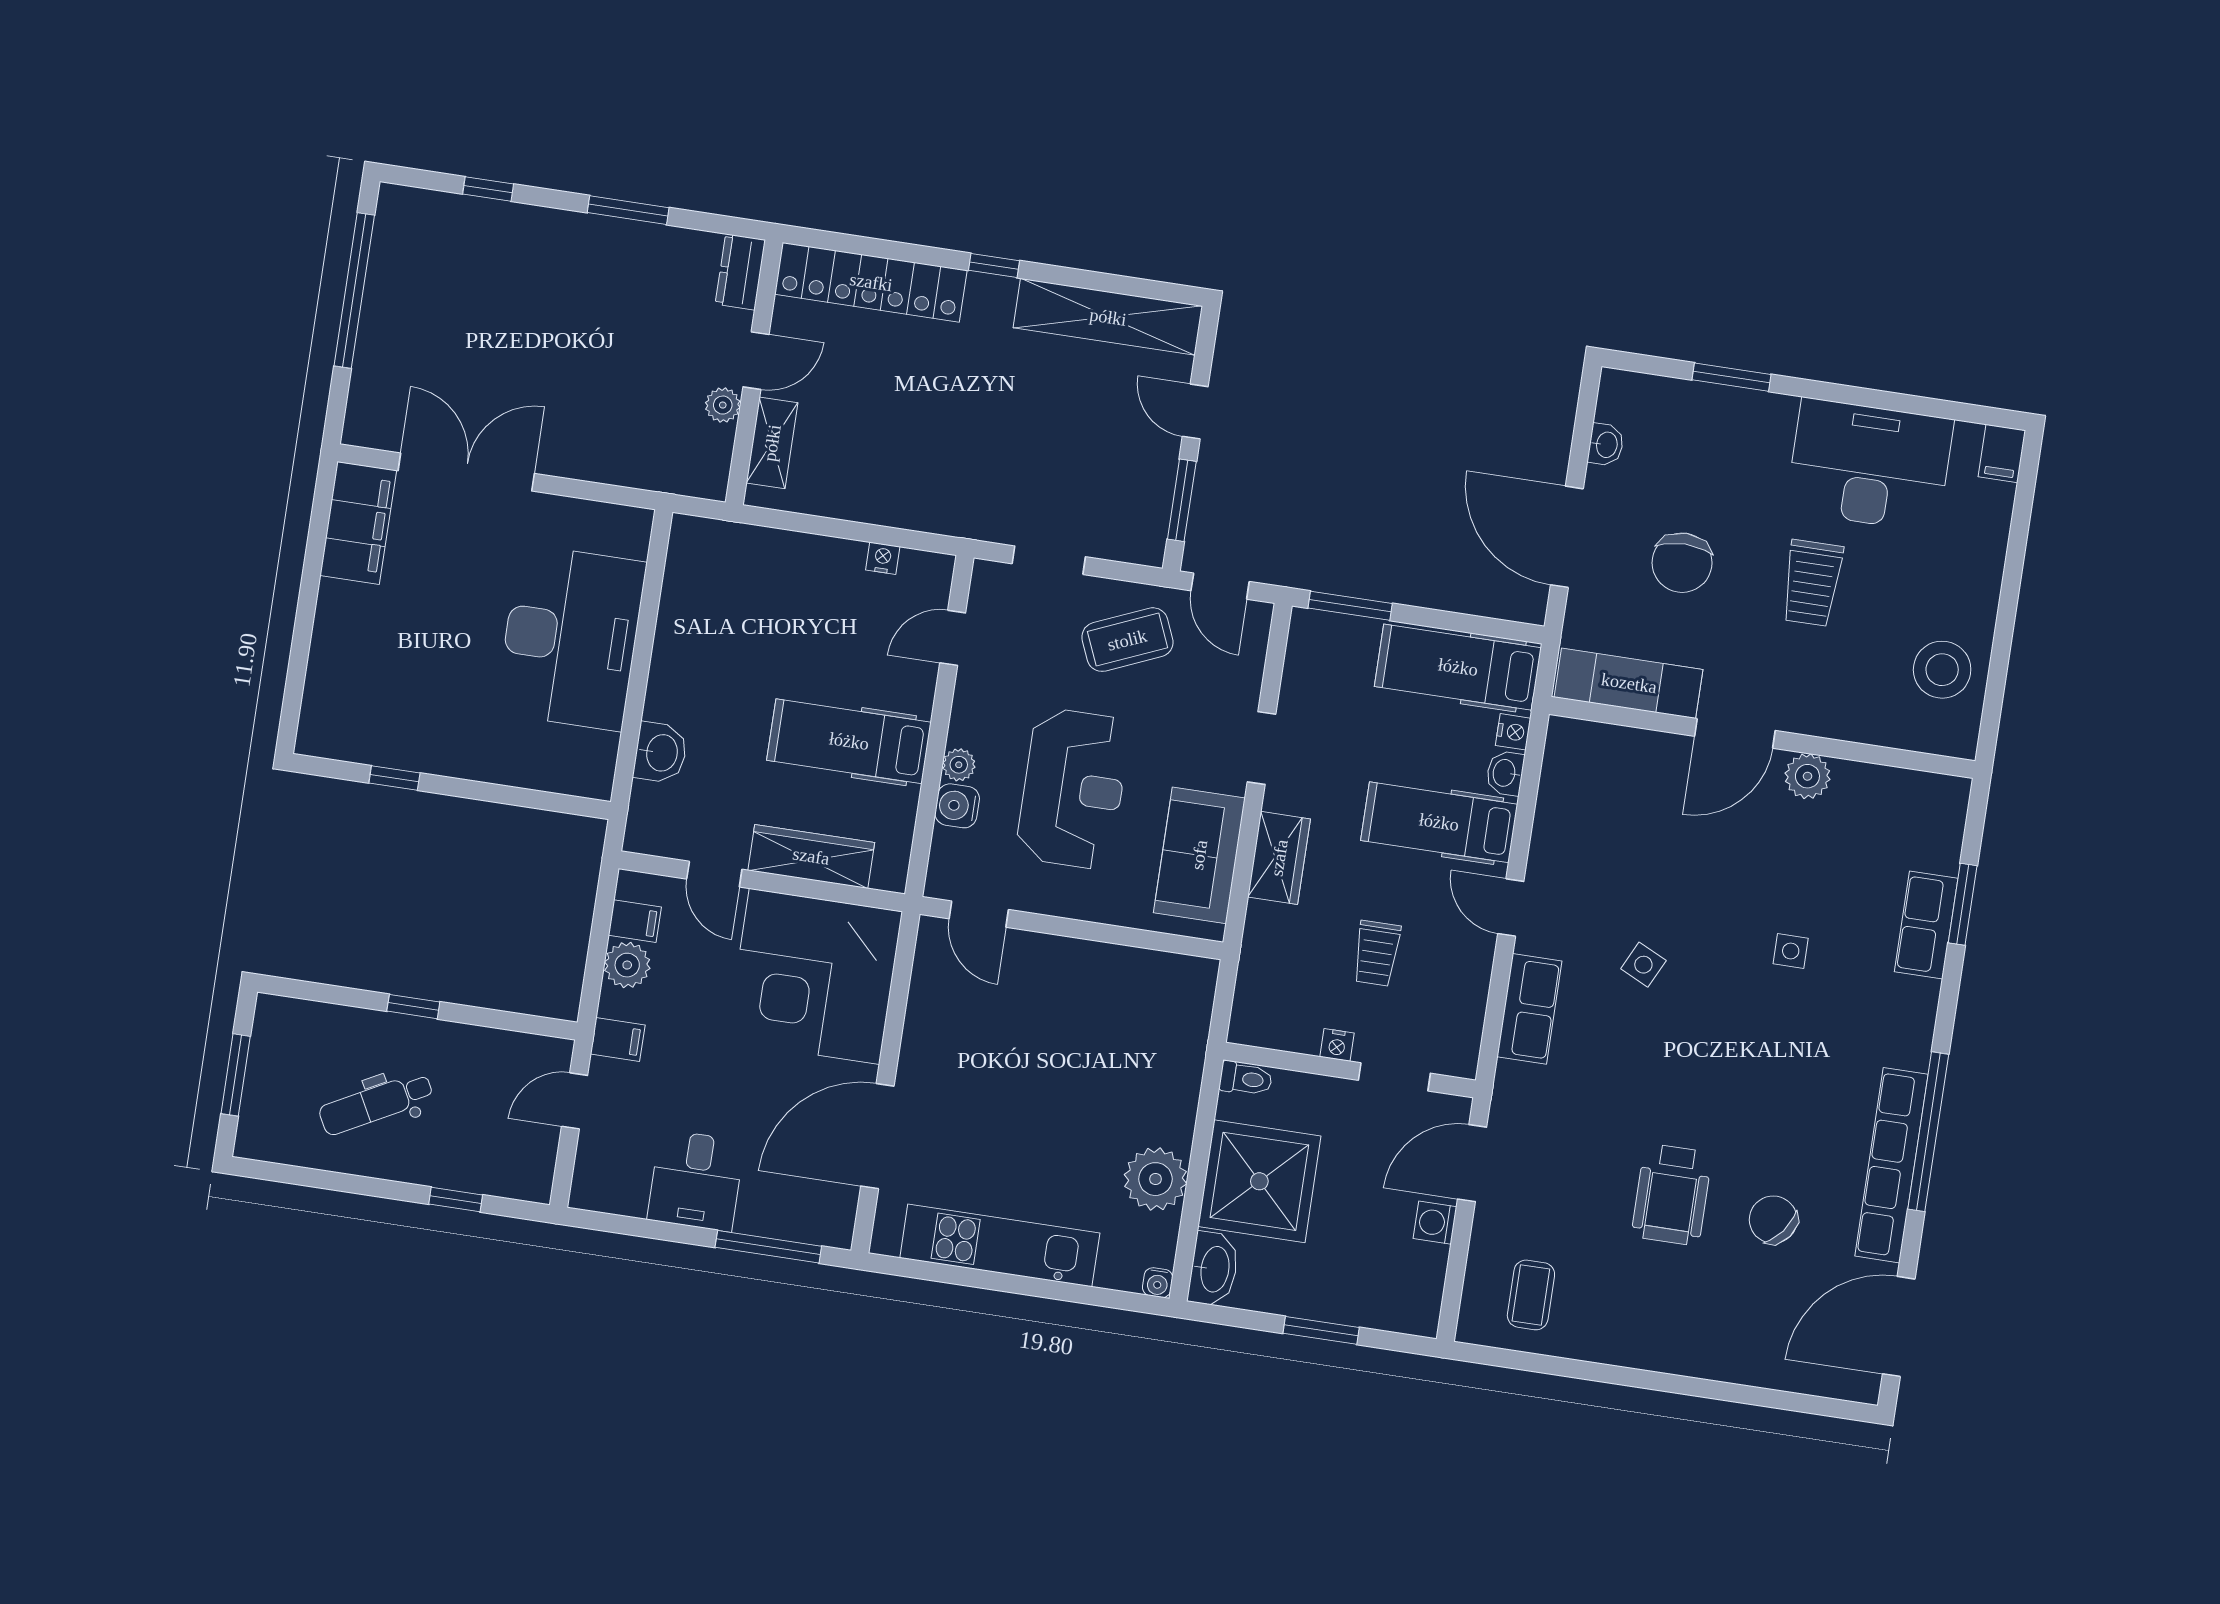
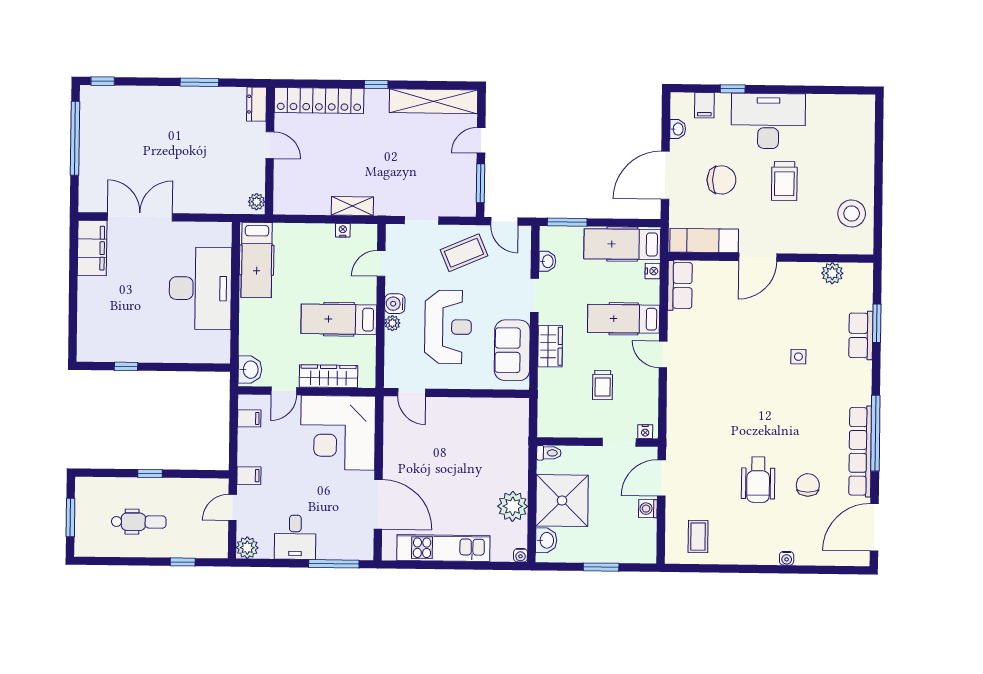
window: (488, 189) -> (103, 81), moved
door: (756, 361) -> (270, 145), hinge flipped
window: (1732, 377) -> (733, 89), width x0.67
plant: (723, 405) -> (257, 202), moved
door: (1195, 412) -> (481, 140), hinge flipped
shelving: (772, 443) -> (352, 206), moved, turned 90
filing cabinet: (2002, 454) -> (704, 105), moved
desk: (1870, 465) -> (768, 121), moved
door: (1567, 537) -> (665, 175), hinge flipped
chair: (1682, 563) -> (721, 180), turned -90
hospital bed: (696, 595) -> (257, 260), added
washbasin: (661, 753) -> (250, 370), moved
washbasin: (1505, 773) -> (547, 261), moved, turned 180
plant: (1807, 776) -> (832, 273), moved
water cooler: (957, 806) -> (395, 304), moved
door: (714, 874) -> (284, 391), hinge flipped
plant: (627, 965) -> (247, 548), moved
side table: (1643, 965) -> (730, 373), removed
row of seats: (1529, 1009) -> (680, 285), moved
nightstand: (1337, 1045) -> (645, 432), moved
dental chair: (376, 1104) -> (139, 522), turned -152
door: (877, 1136) -> (378, 504), swing flipped
chair: (1773, 1220) -> (808, 485), turned 53
washbasin: (1214, 1269) -> (546, 540), width x0.72
water cooler: (1708, 1365) -> (787, 558), added

